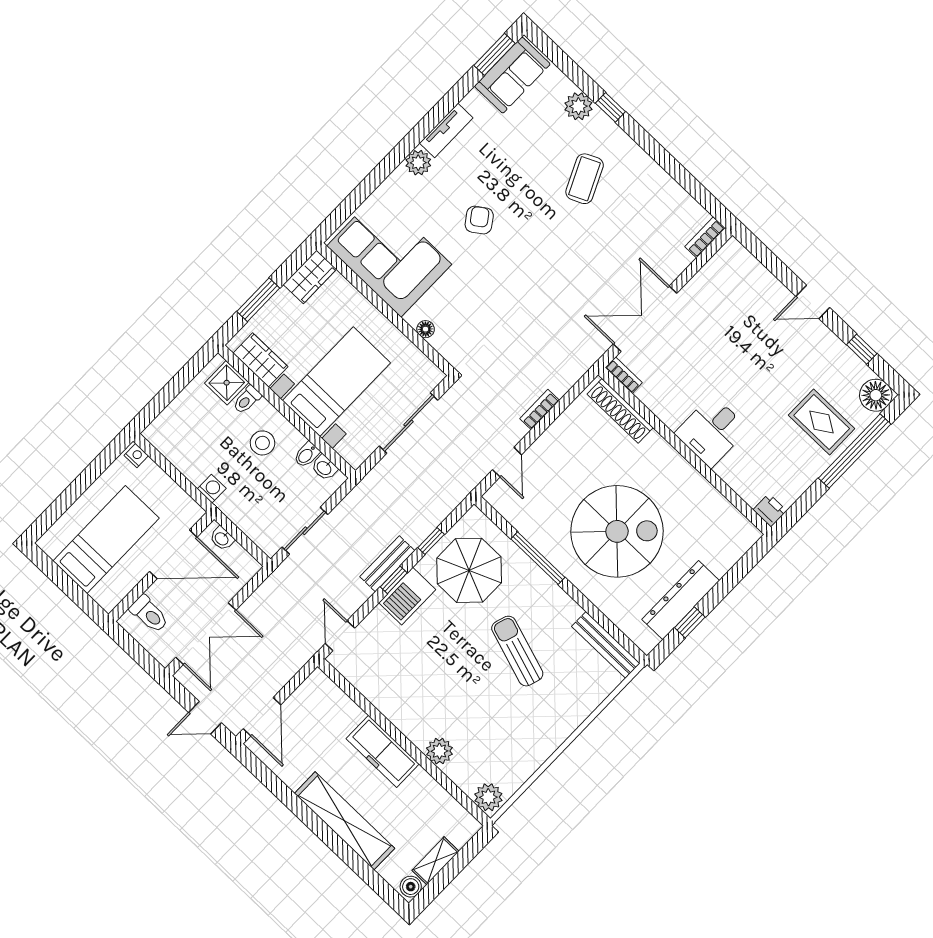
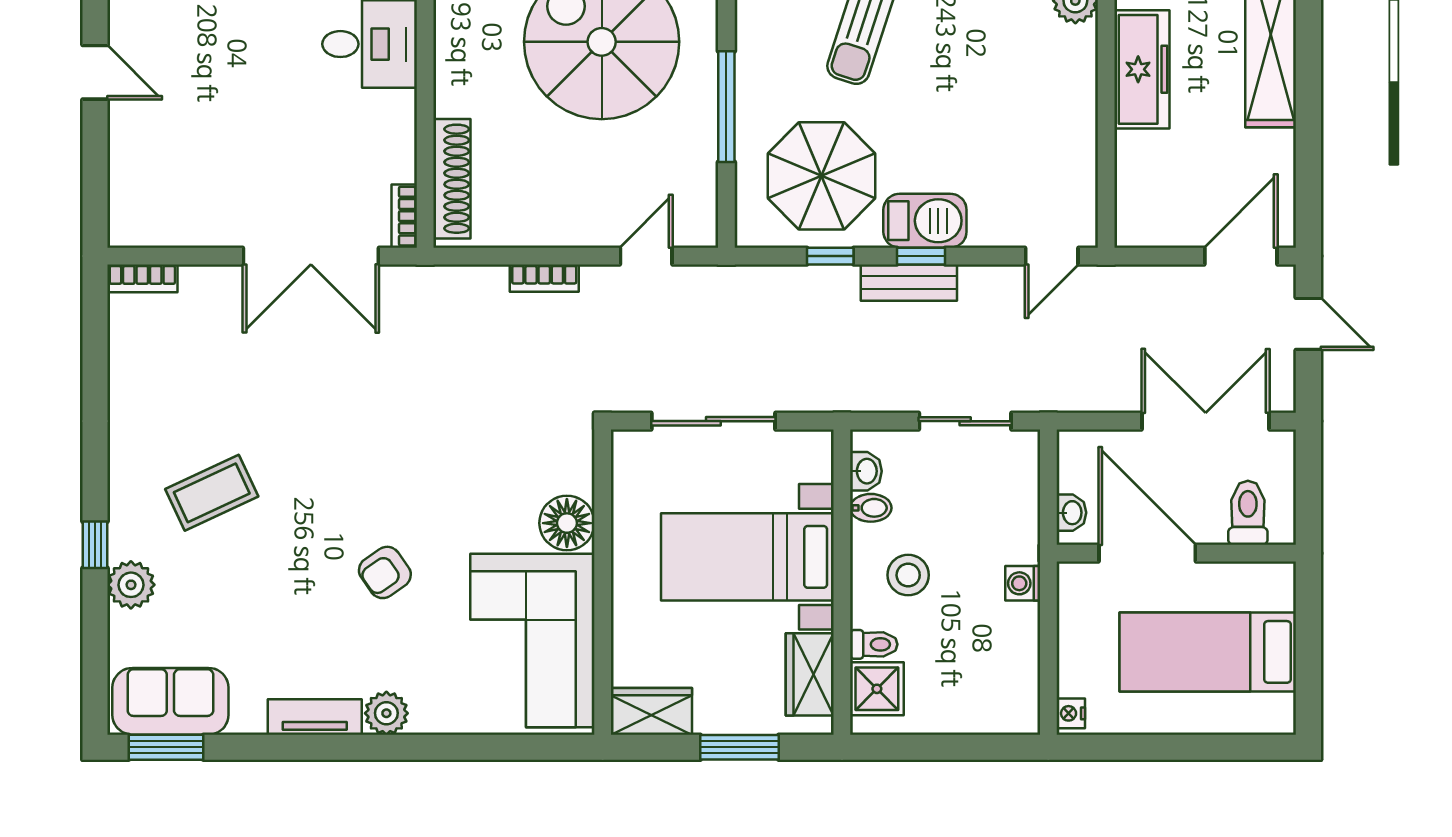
floor lamp: (426, 329) -> (567, 523), width x1.89, depth x1.89

